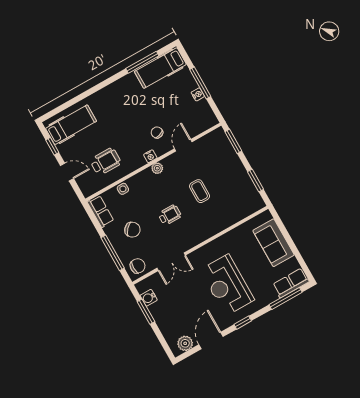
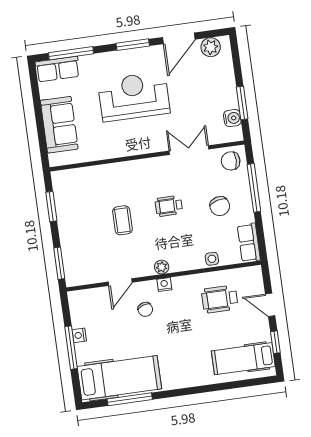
hospital bed: (160, 68) -> (119, 378), width x1.37, depth x1.29
chair: (132, 230) -> (220, 206), turned -146
reception desk: (227, 285) -> (134, 97), turned -90
window: (243, 323) -> (133, 45), width x1.50

